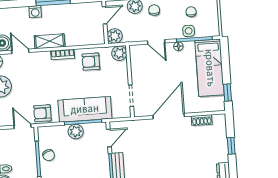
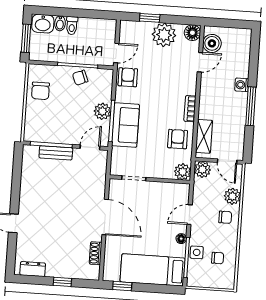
shelving: (50, 41) -> (204, 136), moved
sofa: (85, 109) -> (125, 125), width x0.73
door: (109, 138) -> (90, 147), swing flipped

